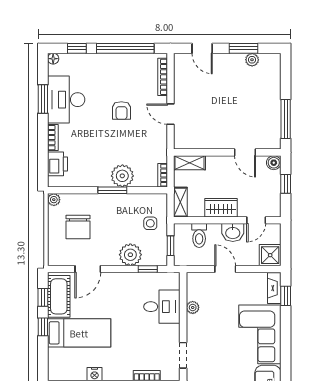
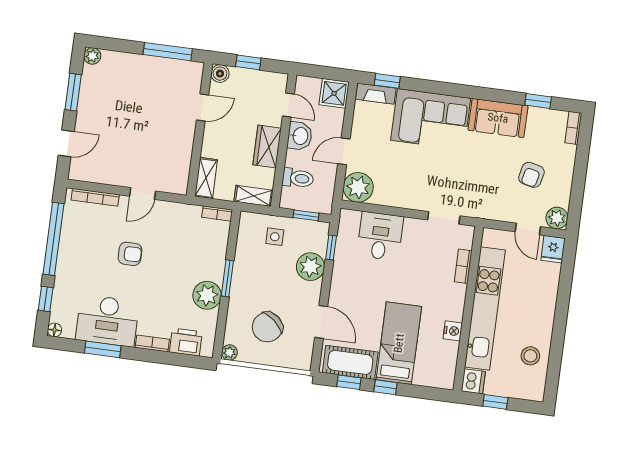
plant: (252, 60) -> (92, 56), moved
plant: (122, 176) -> (207, 295), moved
chair: (78, 227) -> (267, 327), turned 130
plant: (193, 307) -> (358, 187), moved, width x1.87, depth x1.87

